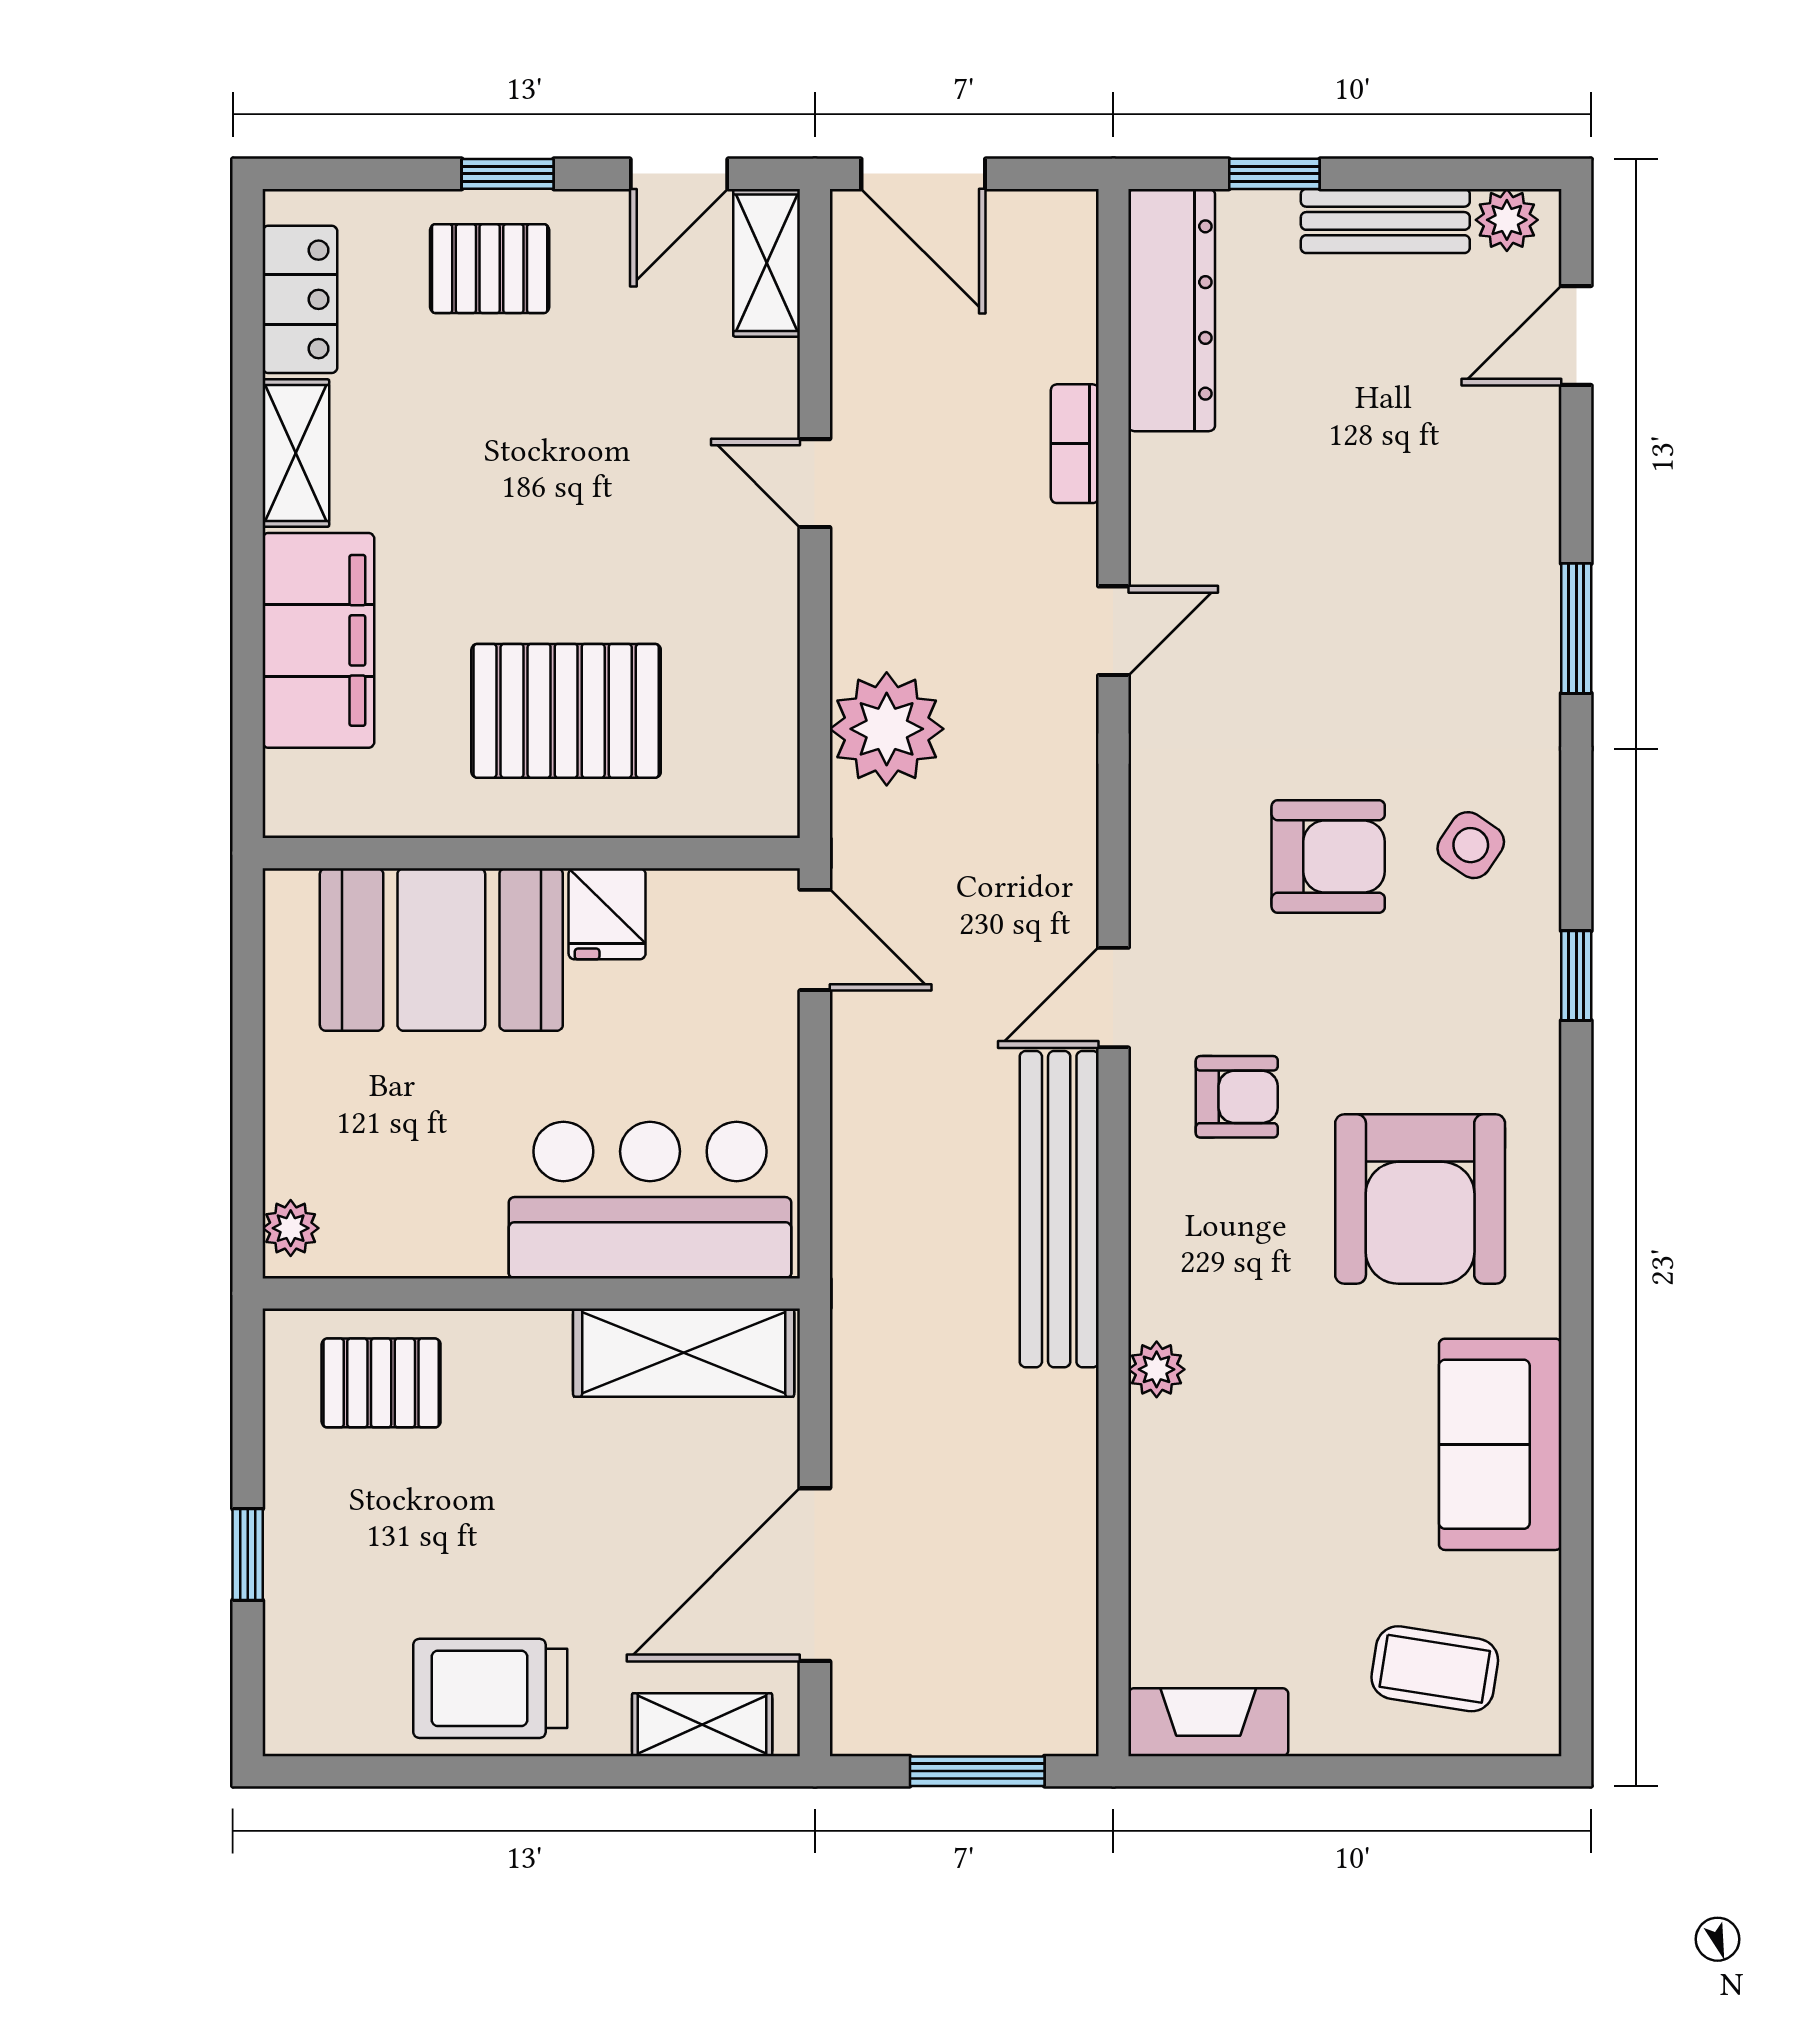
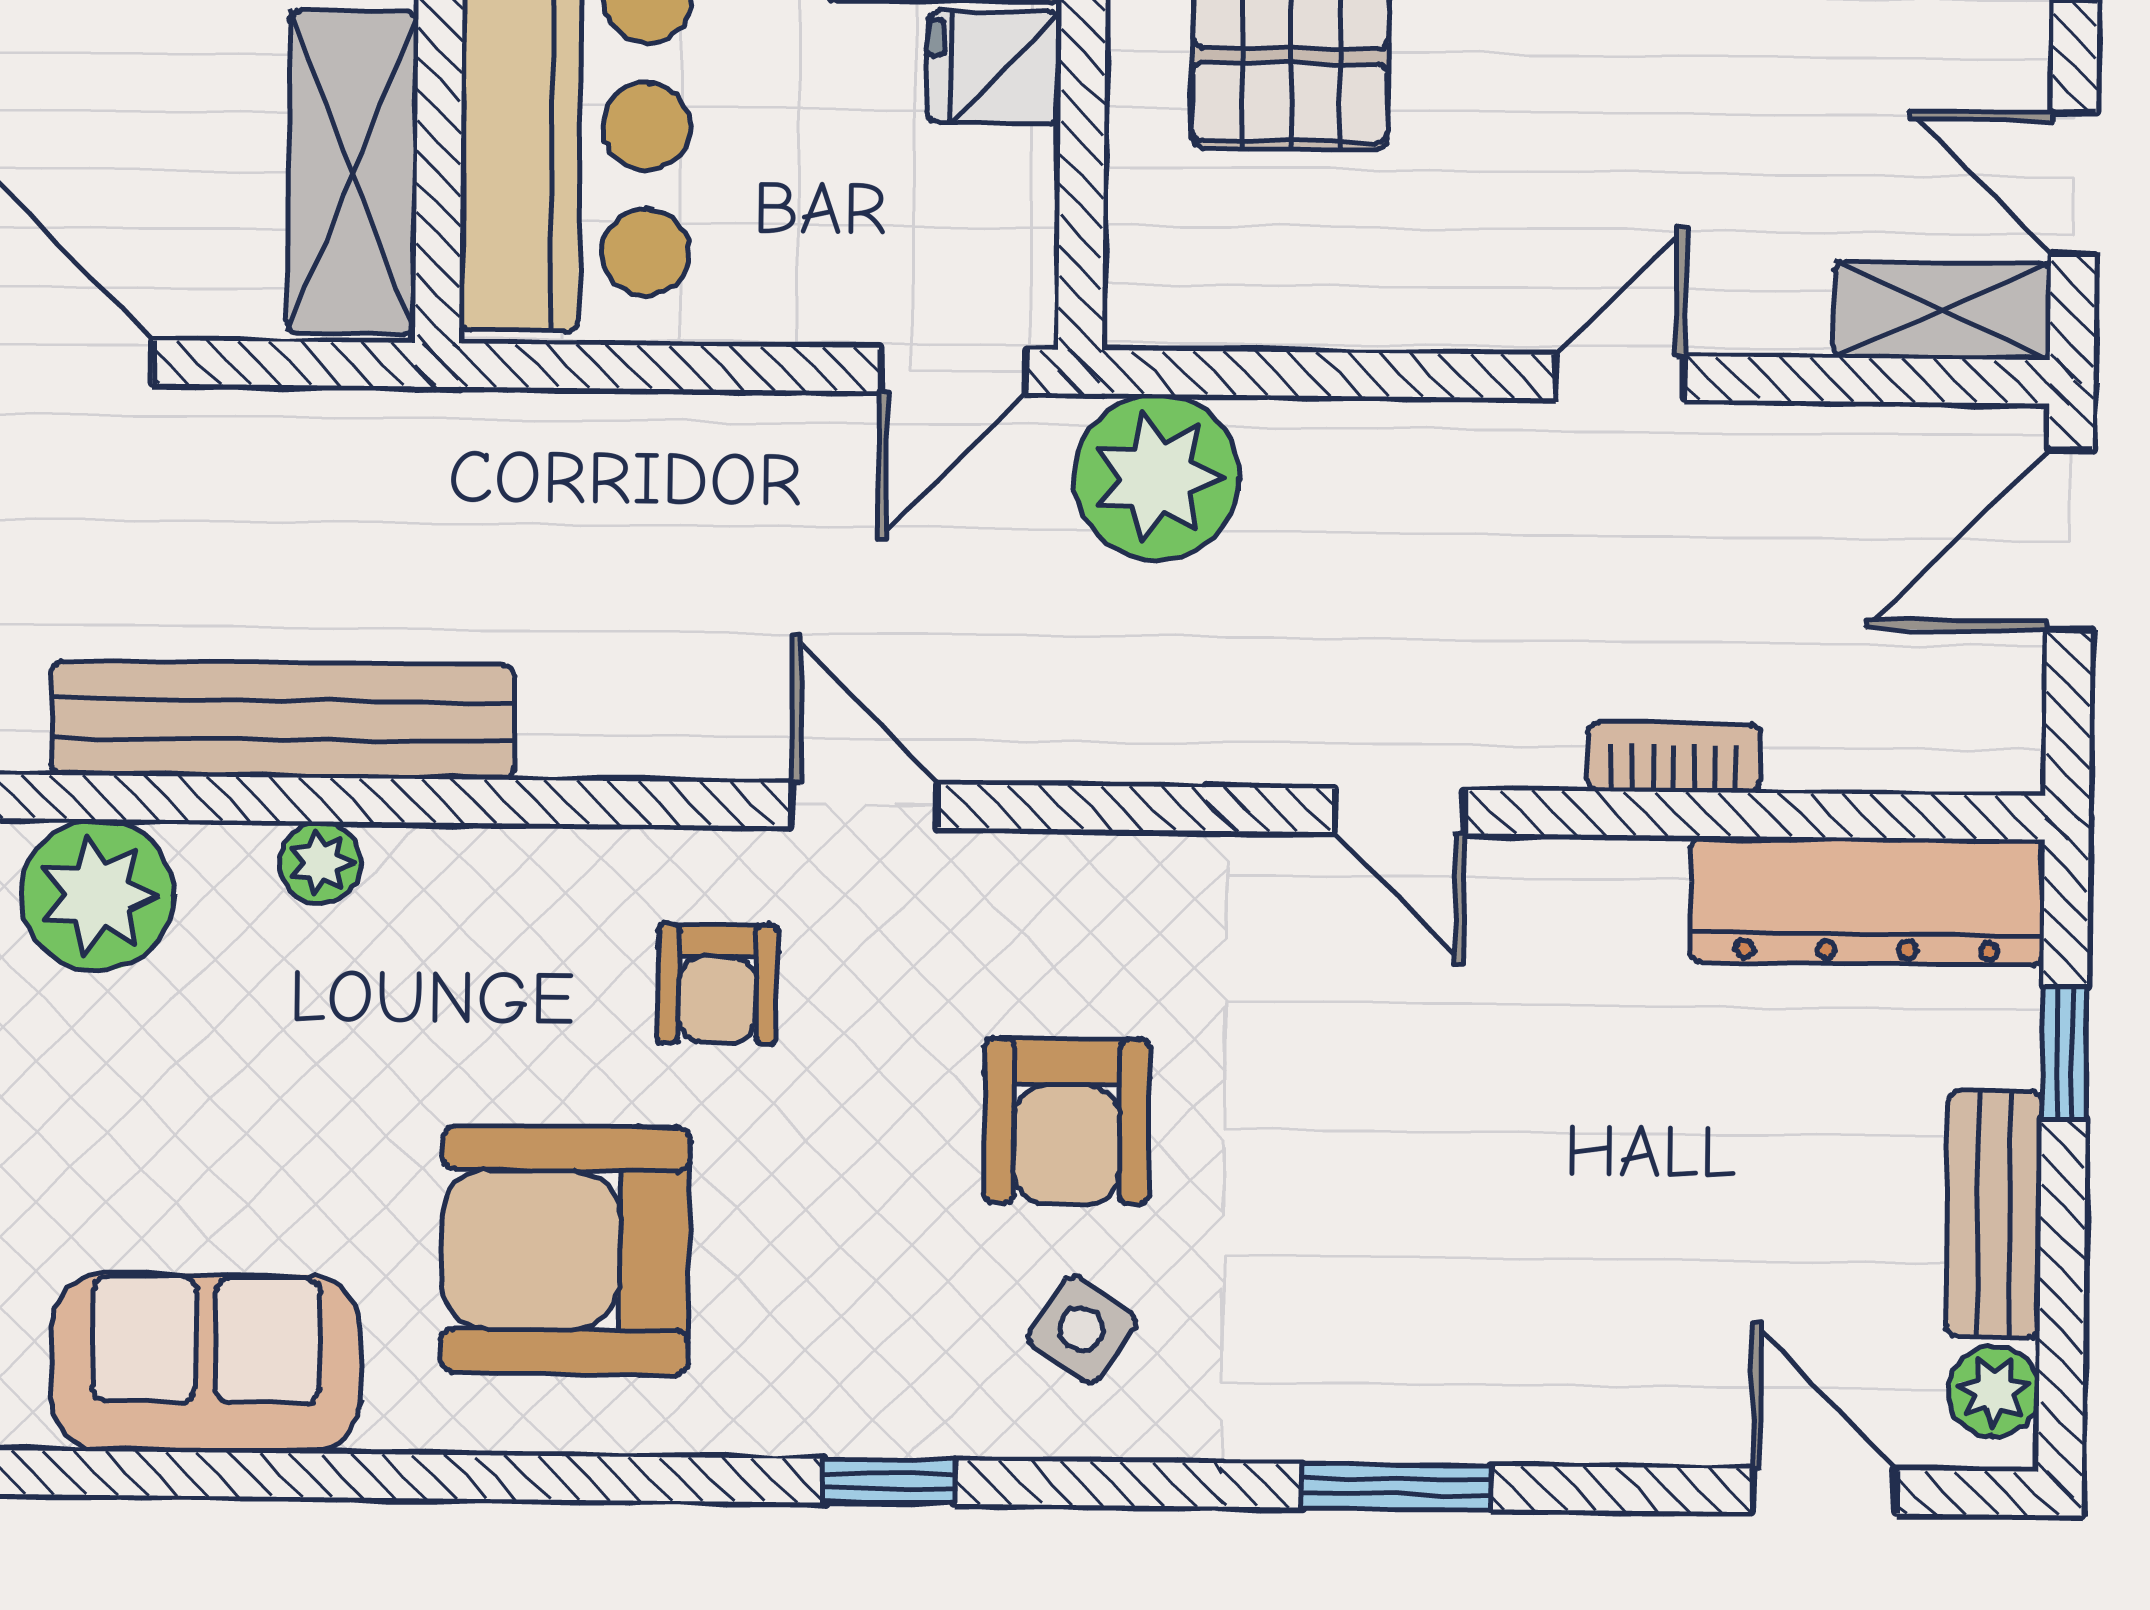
plant: (887, 729) -> (1157, 477), moved
bench: (1059, 1209) -> (283, 720), moved
plant: (1181, 1522) -> (98, 895), added

